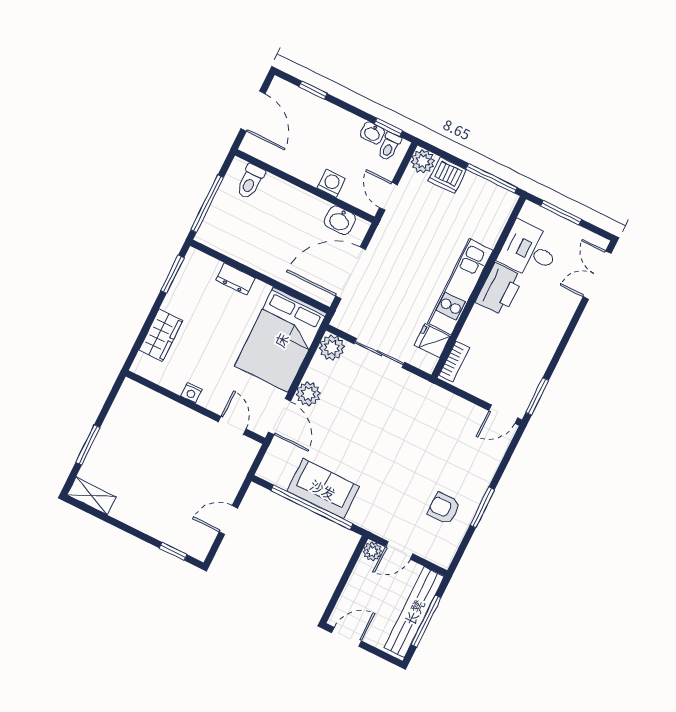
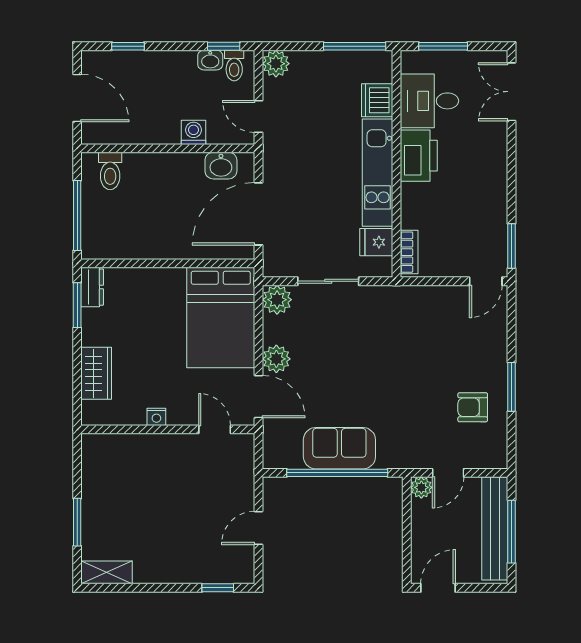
dishwasher: (447, 175) -> (377, 100), moved, turned 90
dresser: (236, 279) -> (92, 287), moved, turned -90

